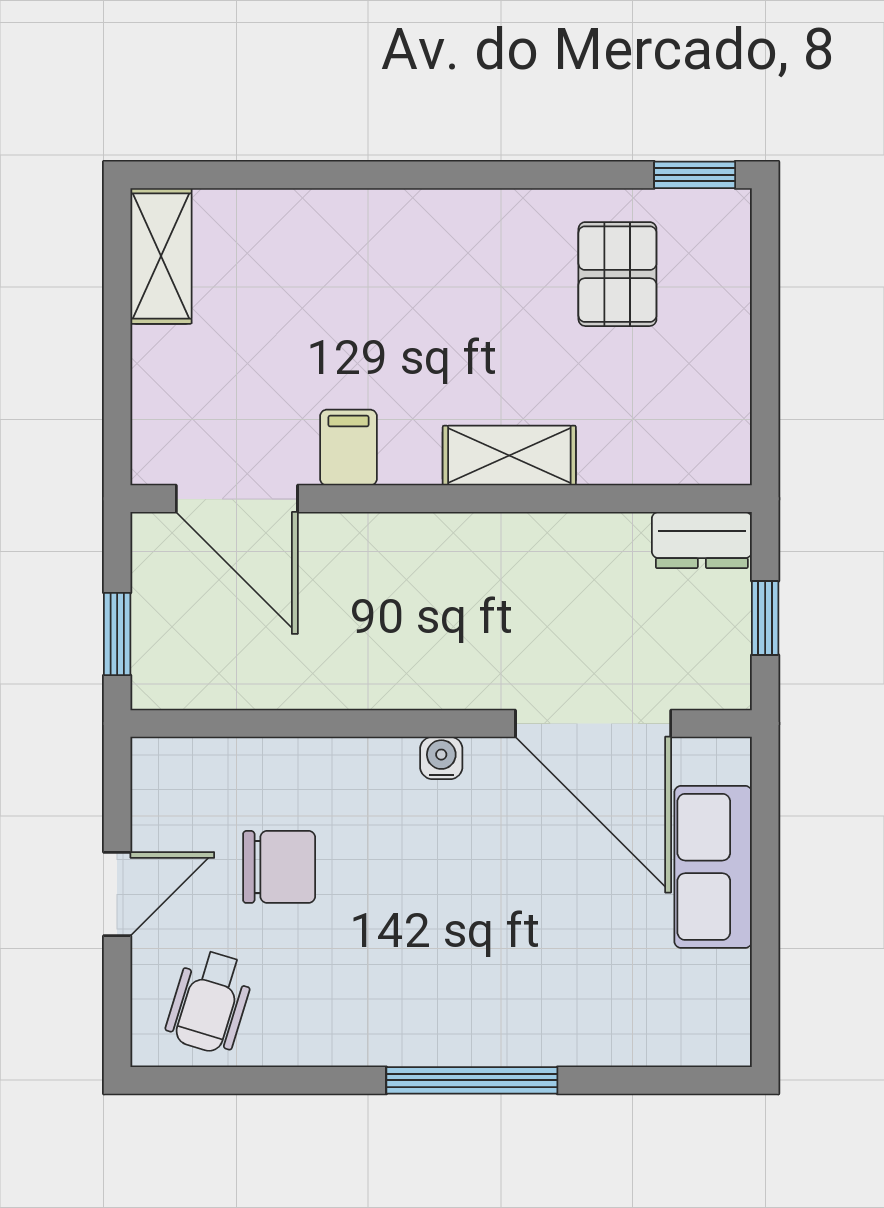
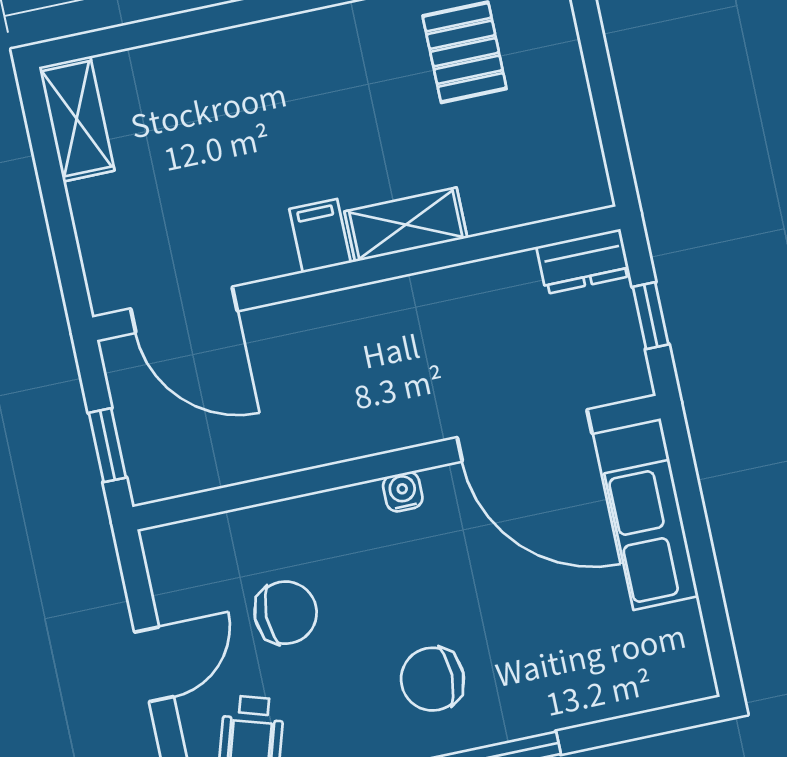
filing cabinet: (348, 448) -> (320, 236), moved
chair: (430, 978) -> (432, 679), added

